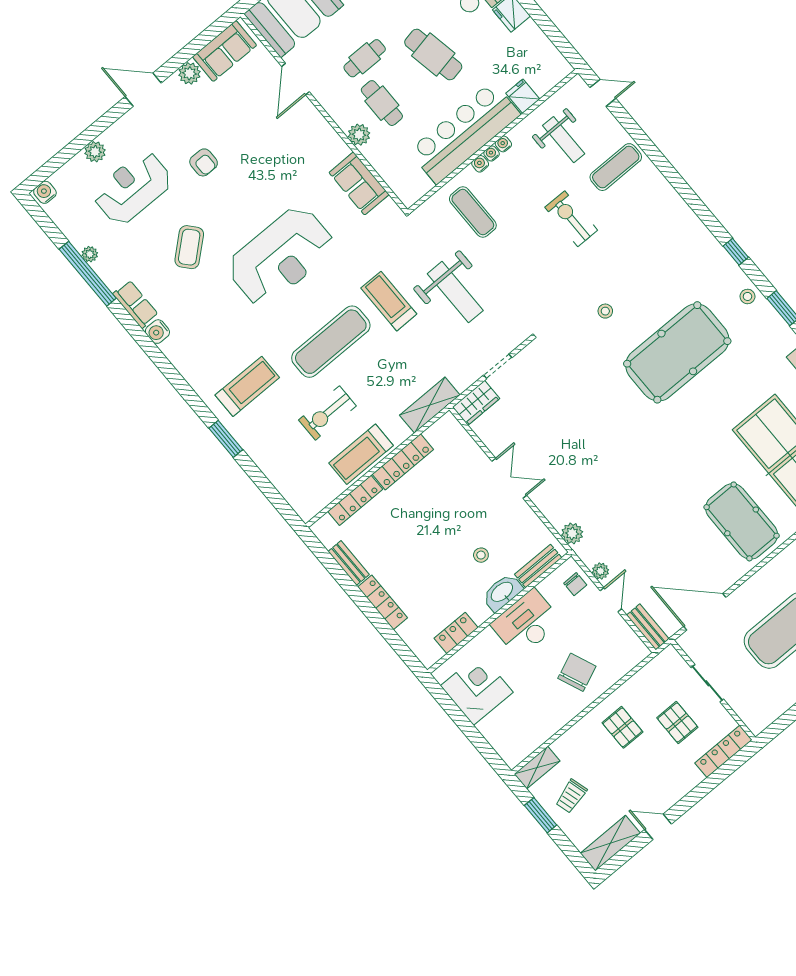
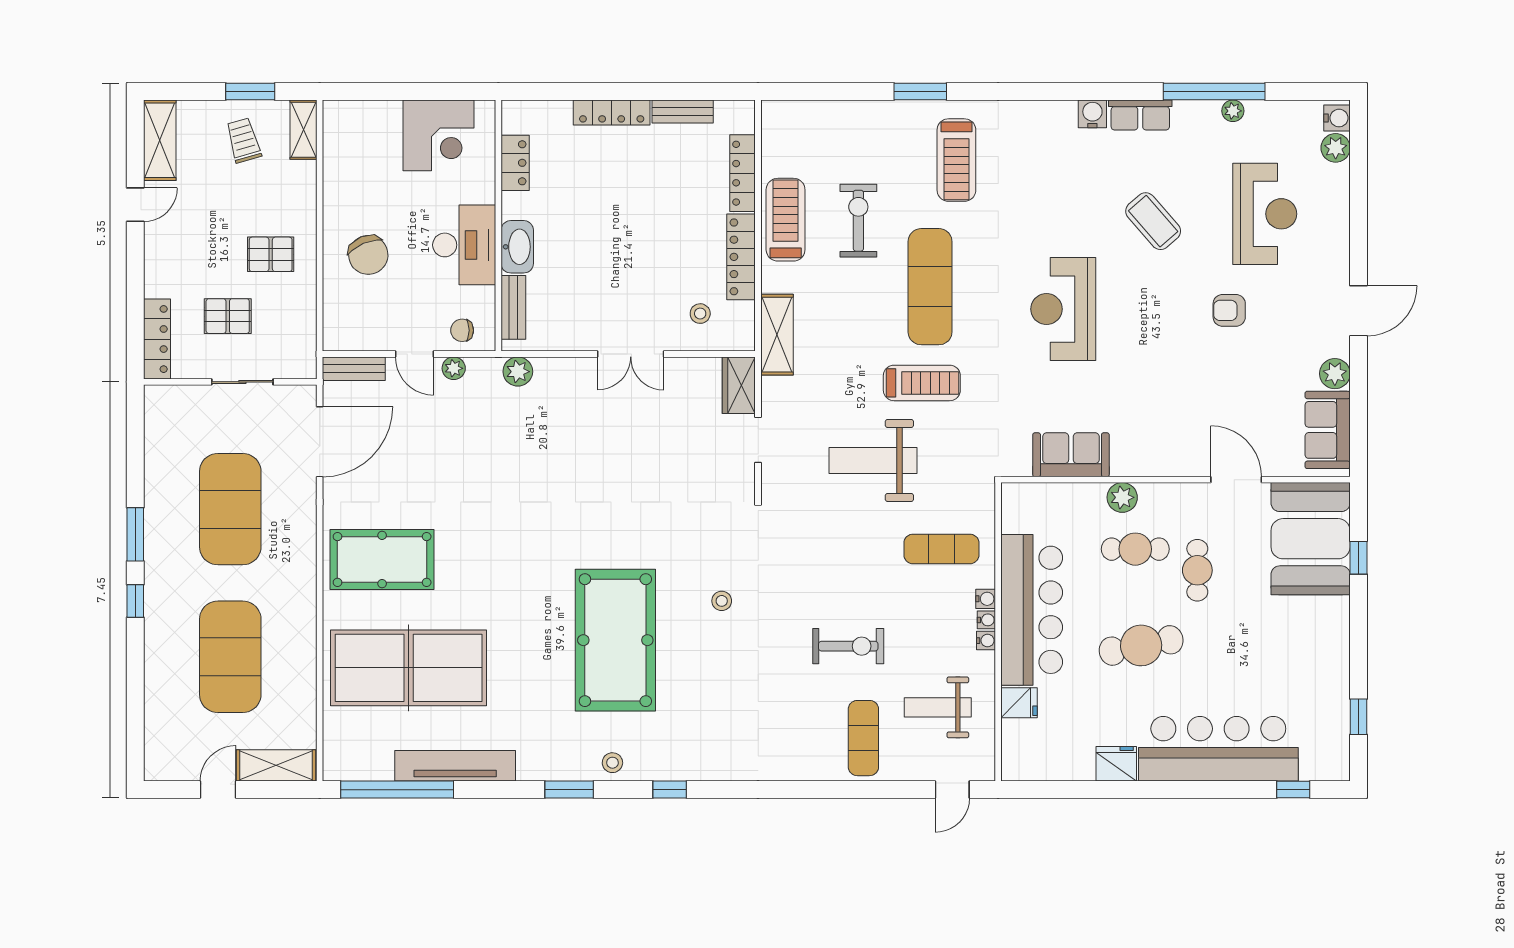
plant: (95, 152) -> (1336, 148), moved
reception desk: (281, 256) -> (1063, 309), width x0.74, depth x0.77
stool: (481, 555) -> (700, 314), moved

